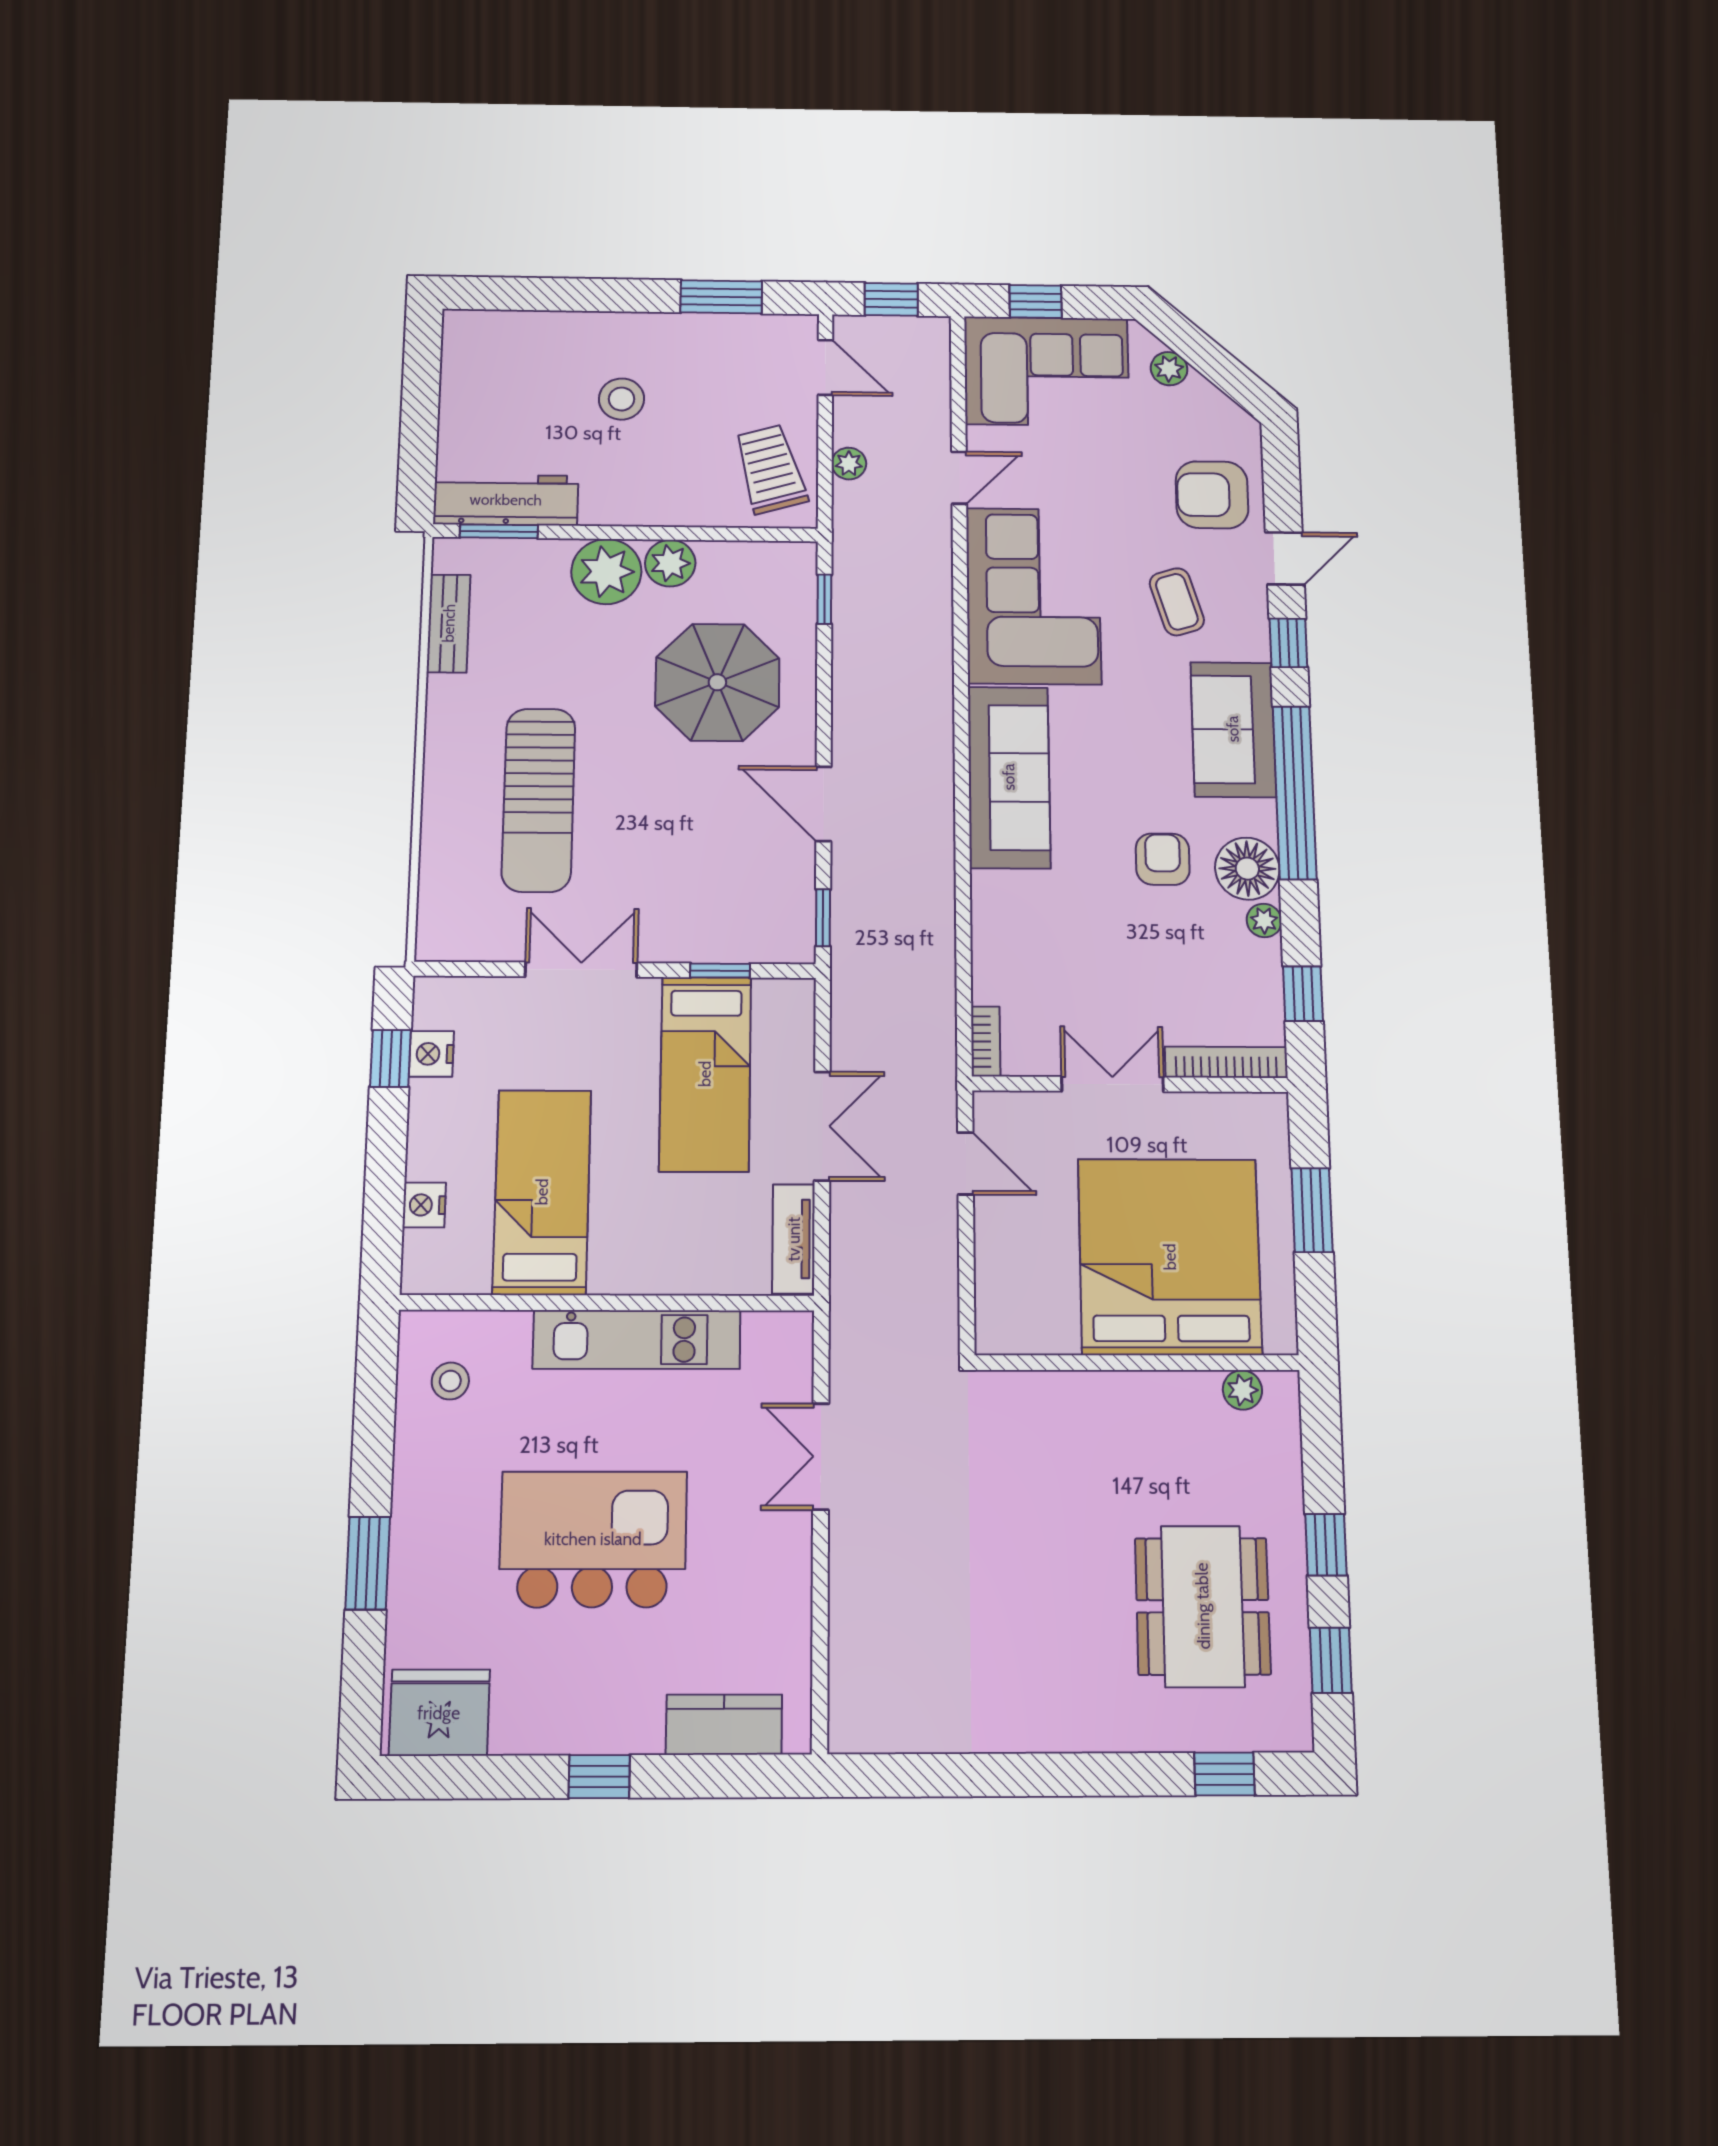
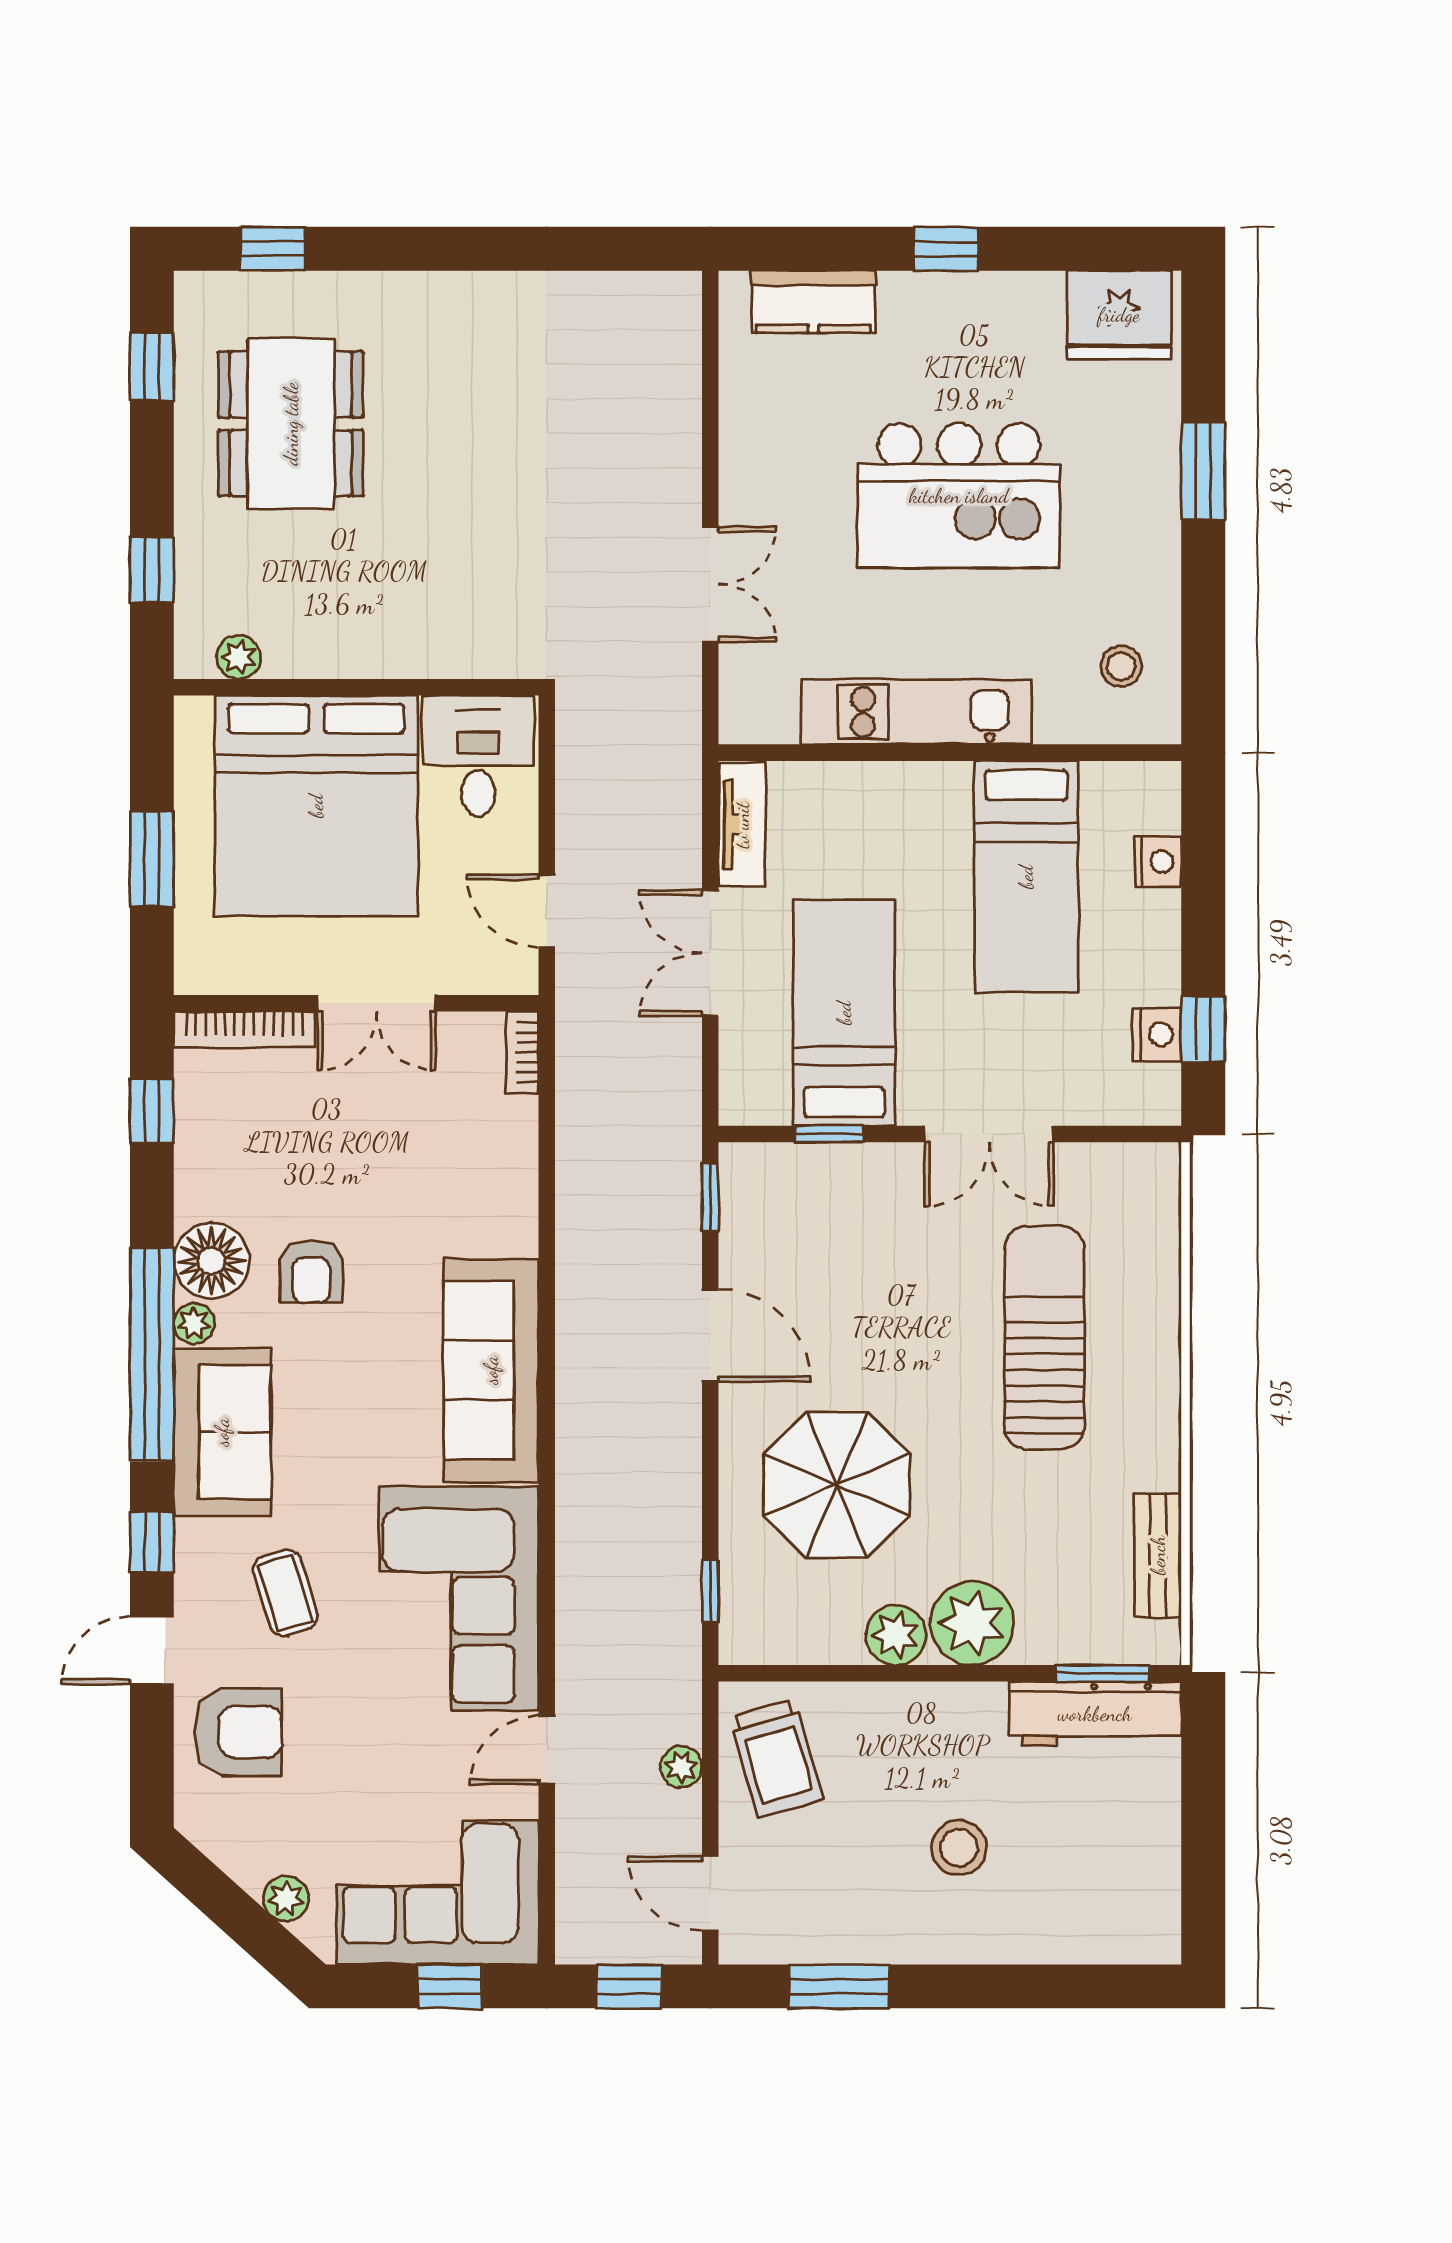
plant: (1264, 920) -> (194, 1323), moved
desk: (1028, 1301) -> (478, 756), added
window: (1326, 1545) -> (152, 570), moved

